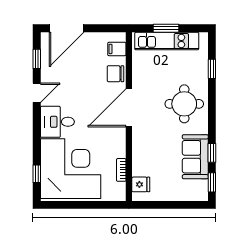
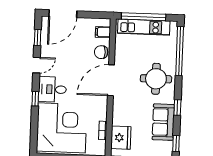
window: (166, 28) -> (144, 17), width x2.11
window: (212, 69) -> (180, 51), width x3.17
window: (212, 153) -> (177, 108), moved
window: (37, 174) -> (35, 99), moved
fridge: (141, 184) -> (121, 138), width x1.88, depth x1.34

